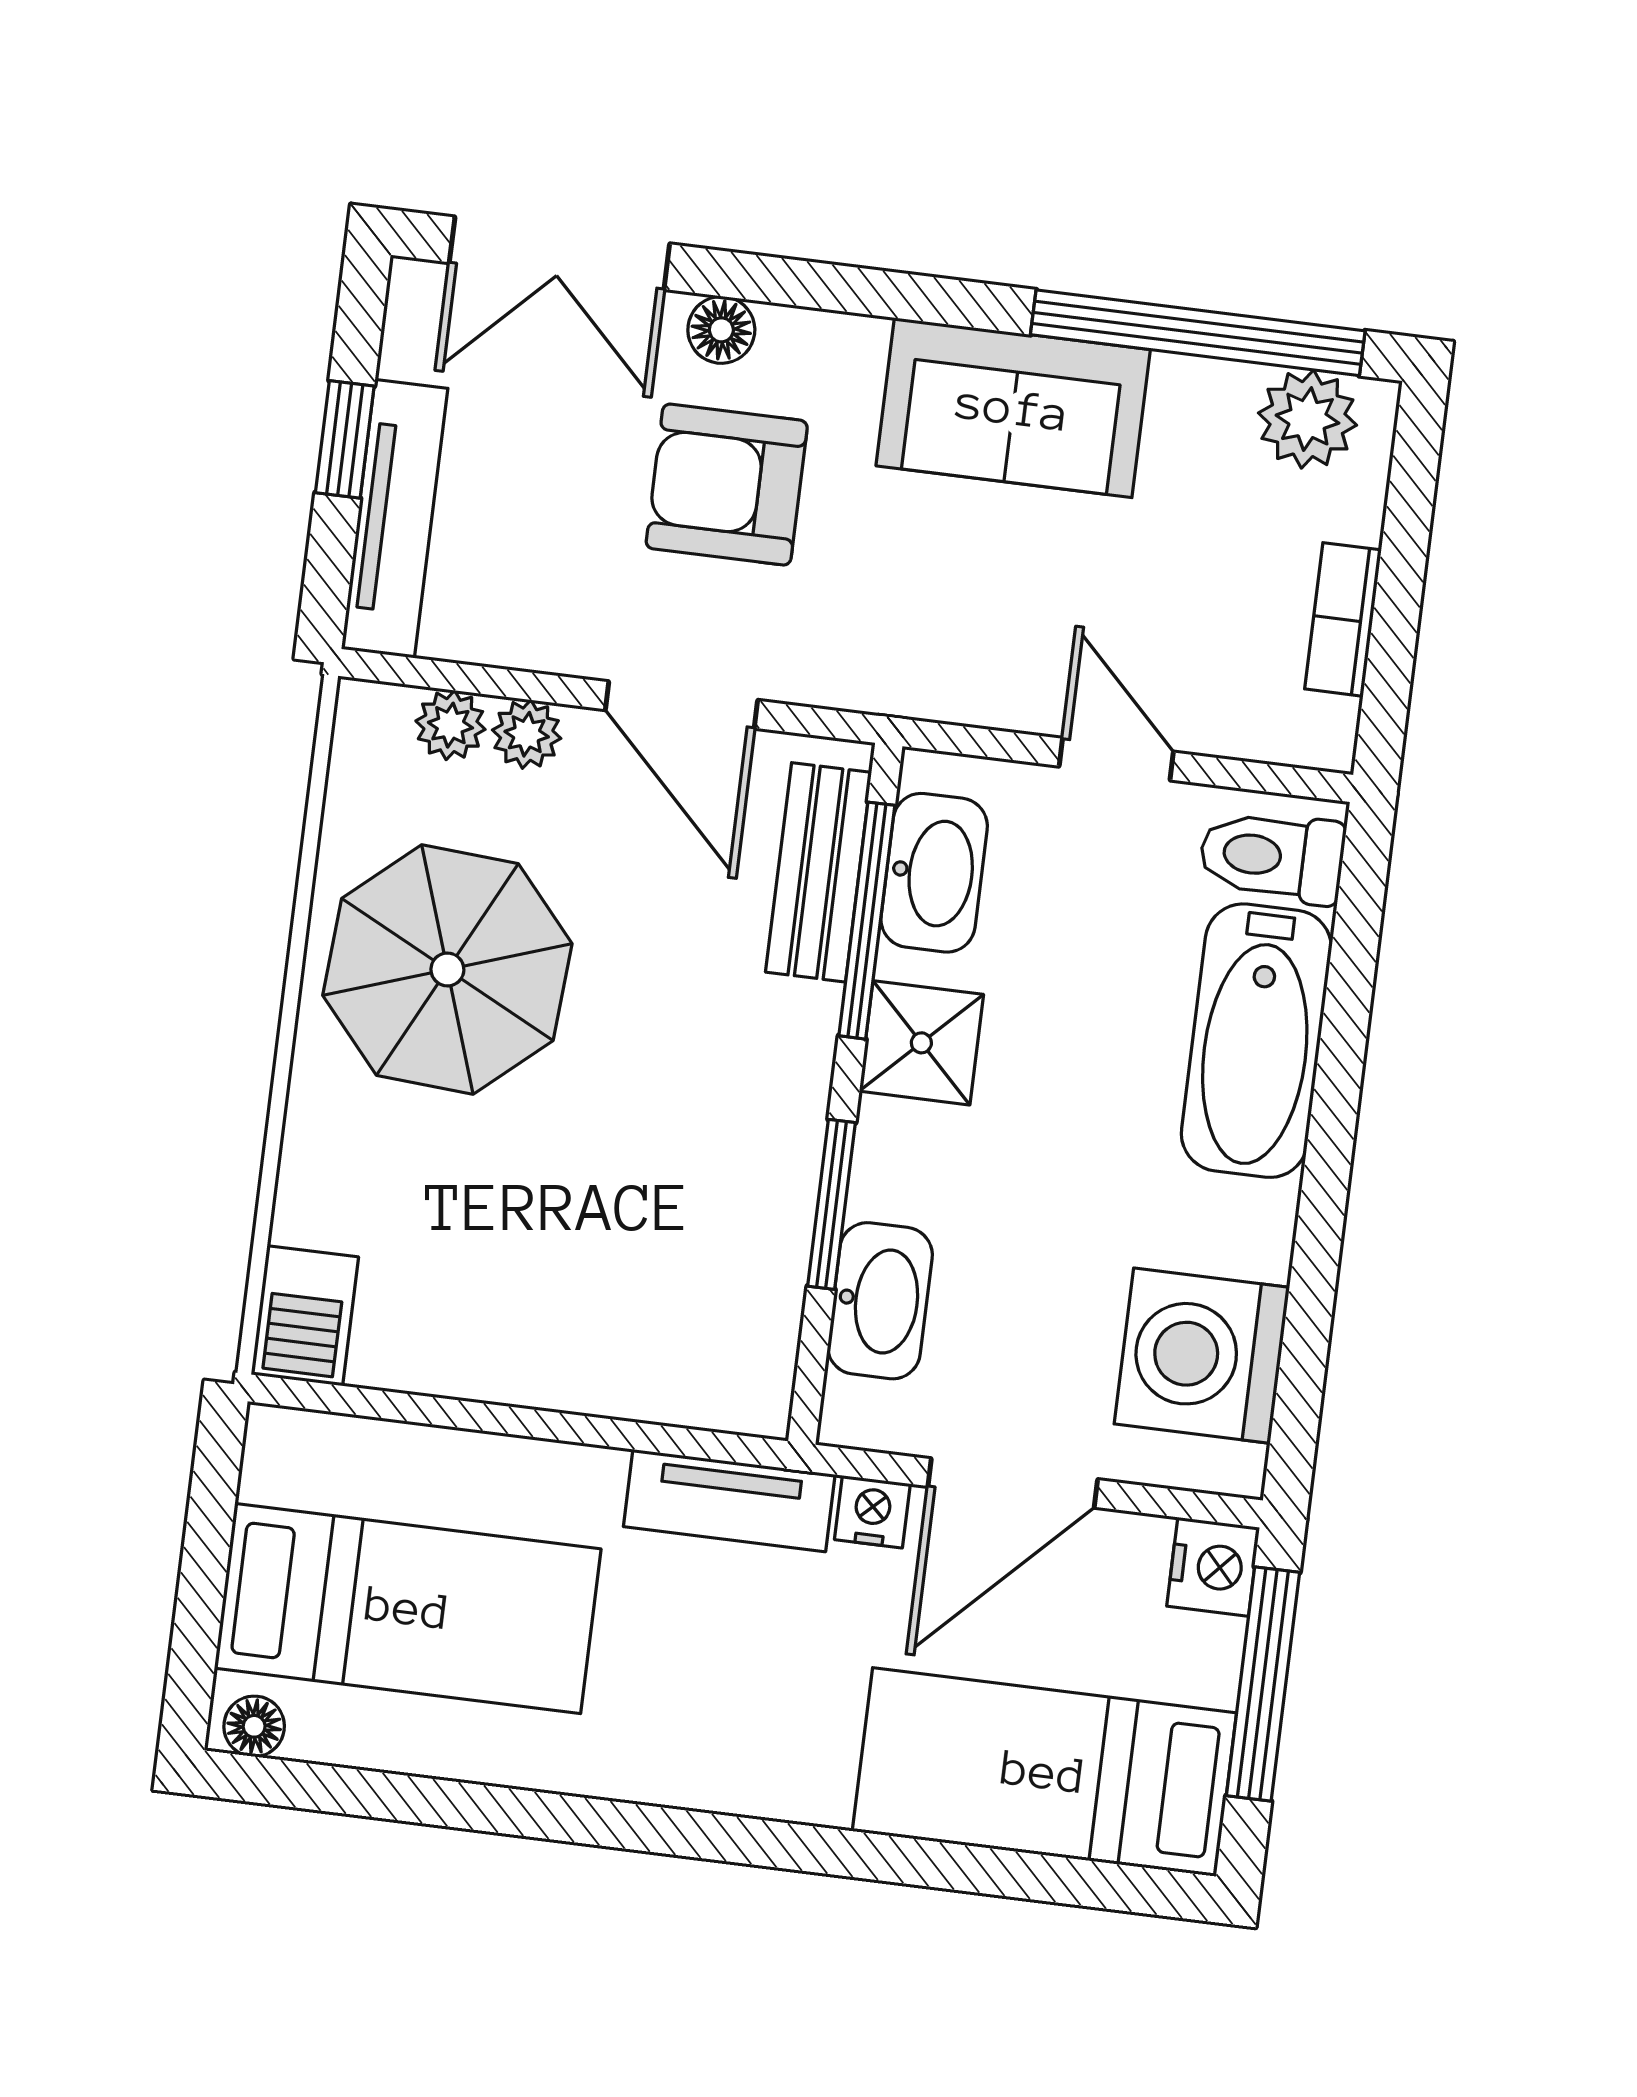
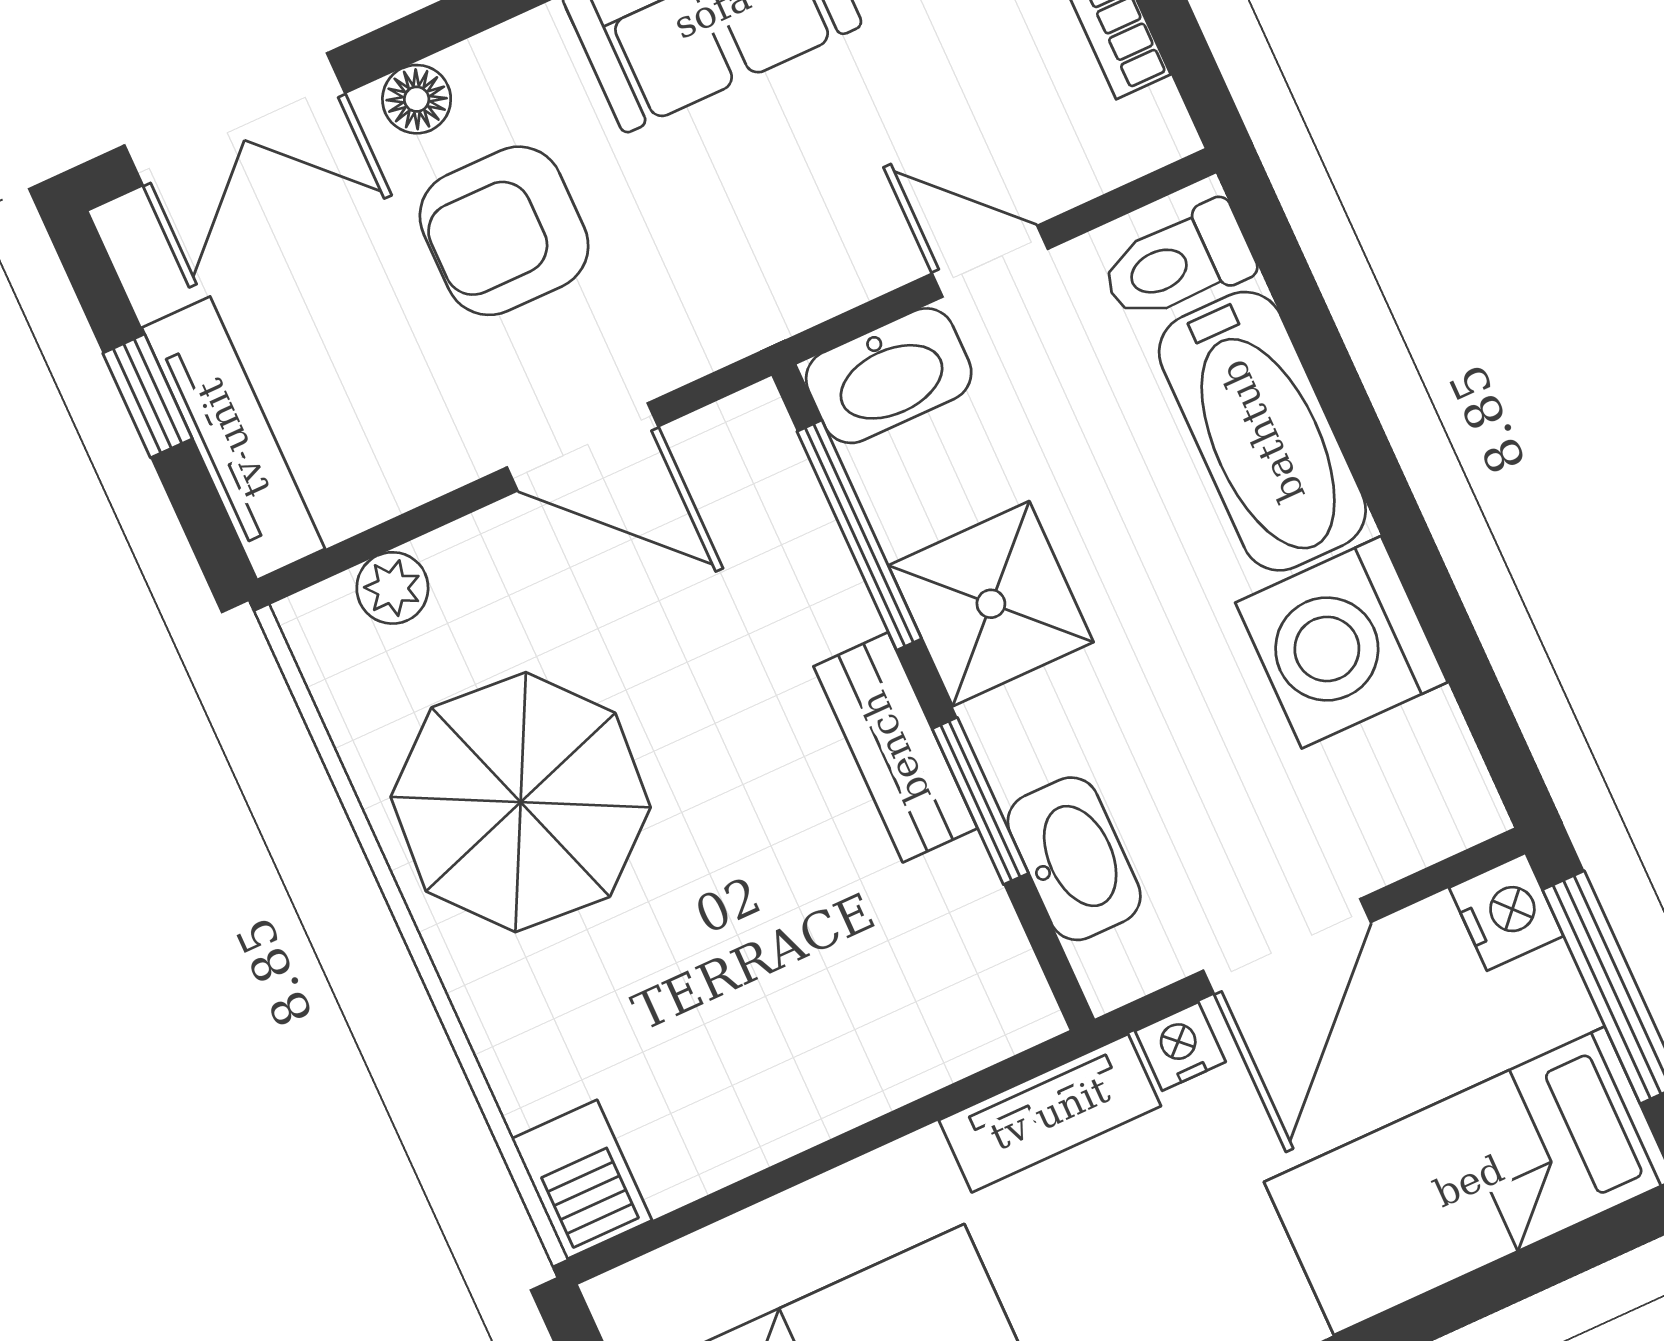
plant: (527, 734) -> (464, 555), removed
bench: (819, 872) -> (895, 747), moved
washbasin: (934, 873) -> (889, 376), moved, turned 90
shower: (921, 1043) -> (991, 604), width x1.36, depth x1.36
washing machine: (1202, 1356) -> (1341, 642), moved

